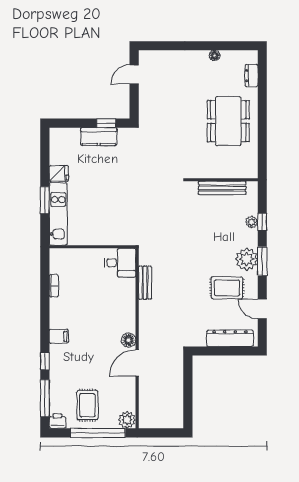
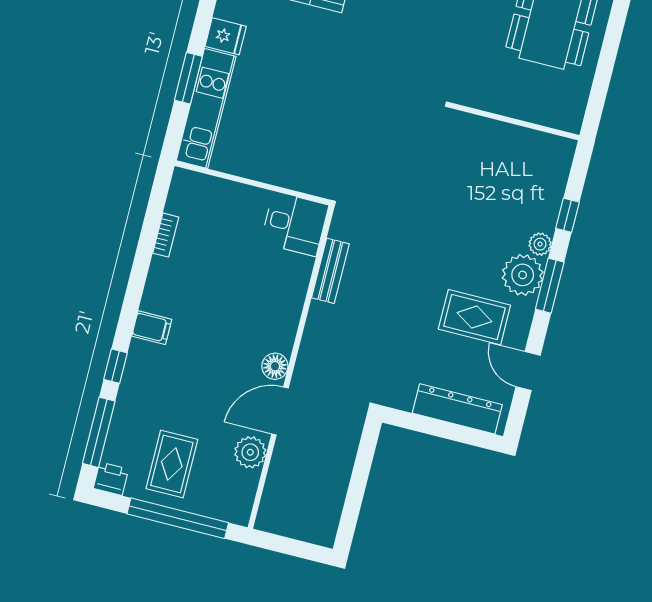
bench: (222, 188) -> (511, 136), removed
plant: (252, 222) -> (540, 244), moved
plant: (127, 420) -> (250, 452), moved

